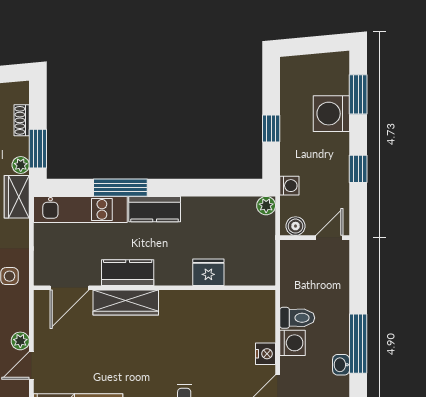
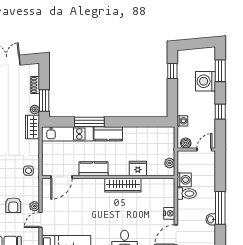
window: (271, 128) -> (172, 71), moved
plant: (266, 206) -> (170, 163), moved
wardrobe: (126, 303) -> (123, 185), moved
washing machine: (292, 343) -> (184, 180), moved

